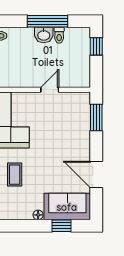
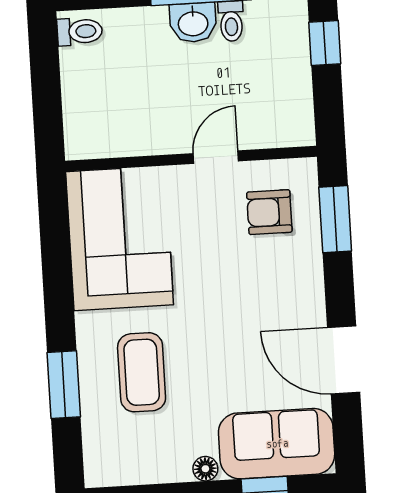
armchair: (70, 113) -> (269, 212), added
coffee table: (15, 175) -> (142, 372), width x1.36, depth x1.30

